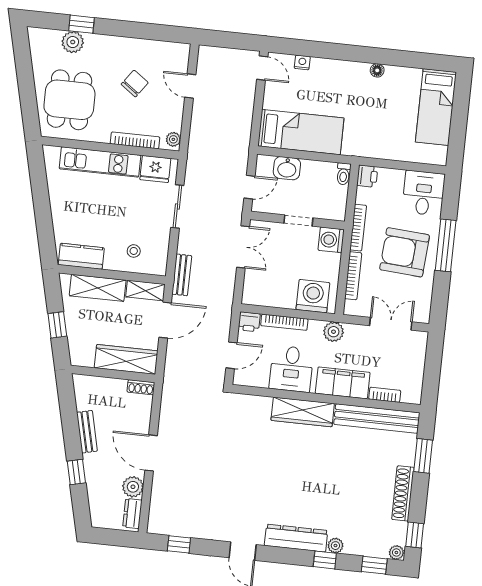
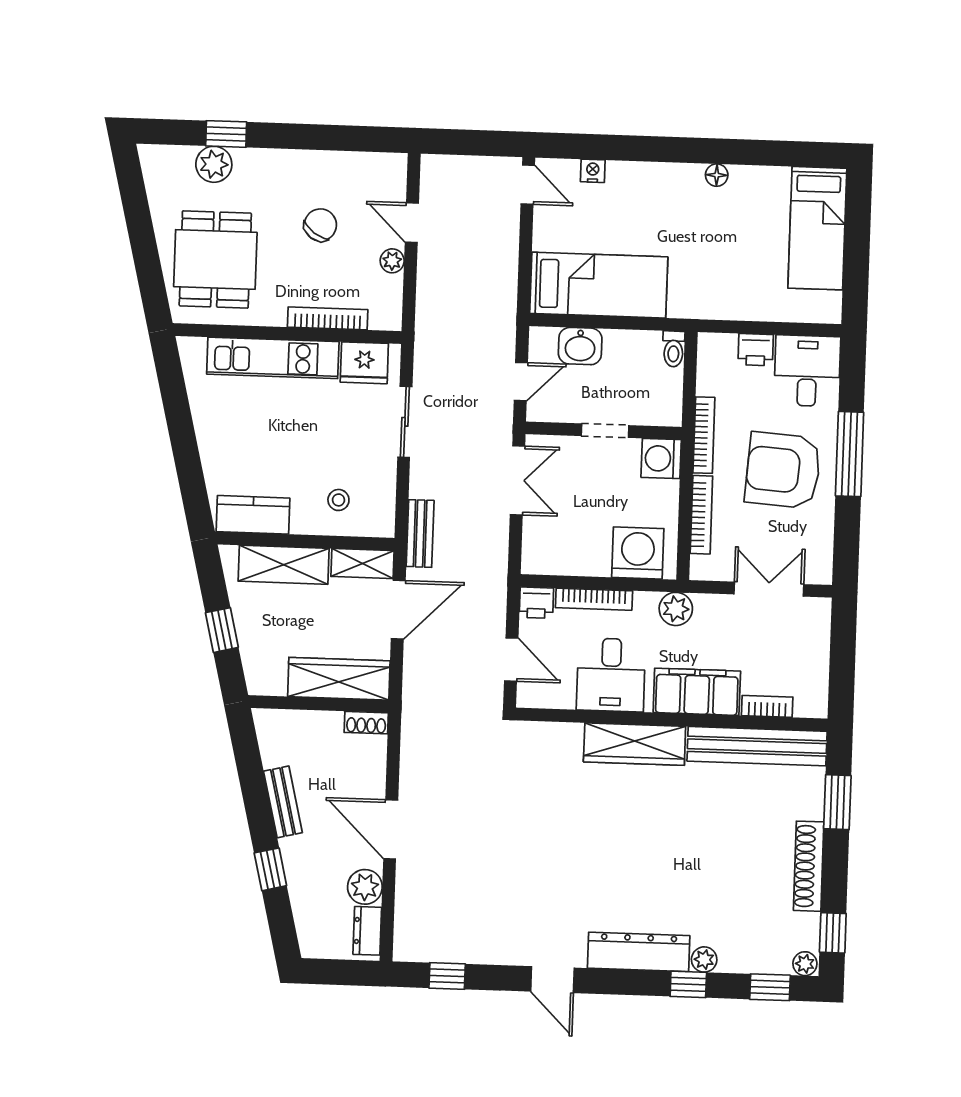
plant: (173, 139) -> (392, 261), moved
printer: (367, 176) -> (756, 350), moved, turned 90
door: (232, 355) -> (511, 660), hinge flipped

